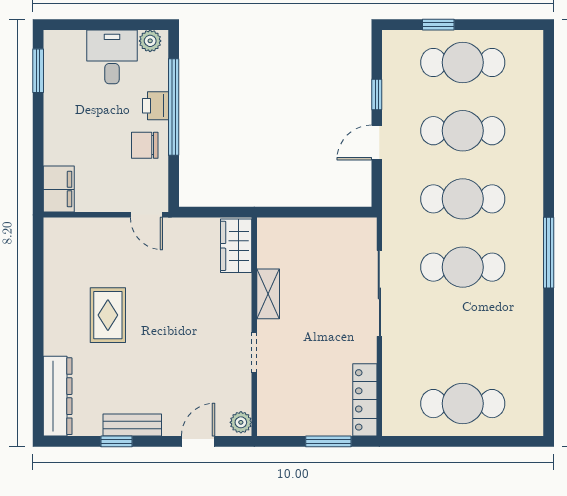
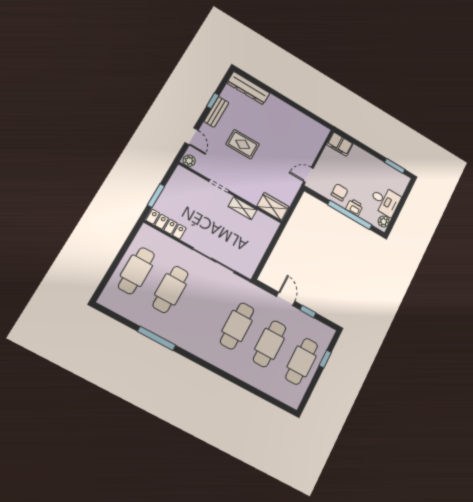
window: (549, 253) -> (157, 338), moved
cafe table: (463, 267) -> (170, 289), moved
rug: (108, 315) -> (243, 144), moved

